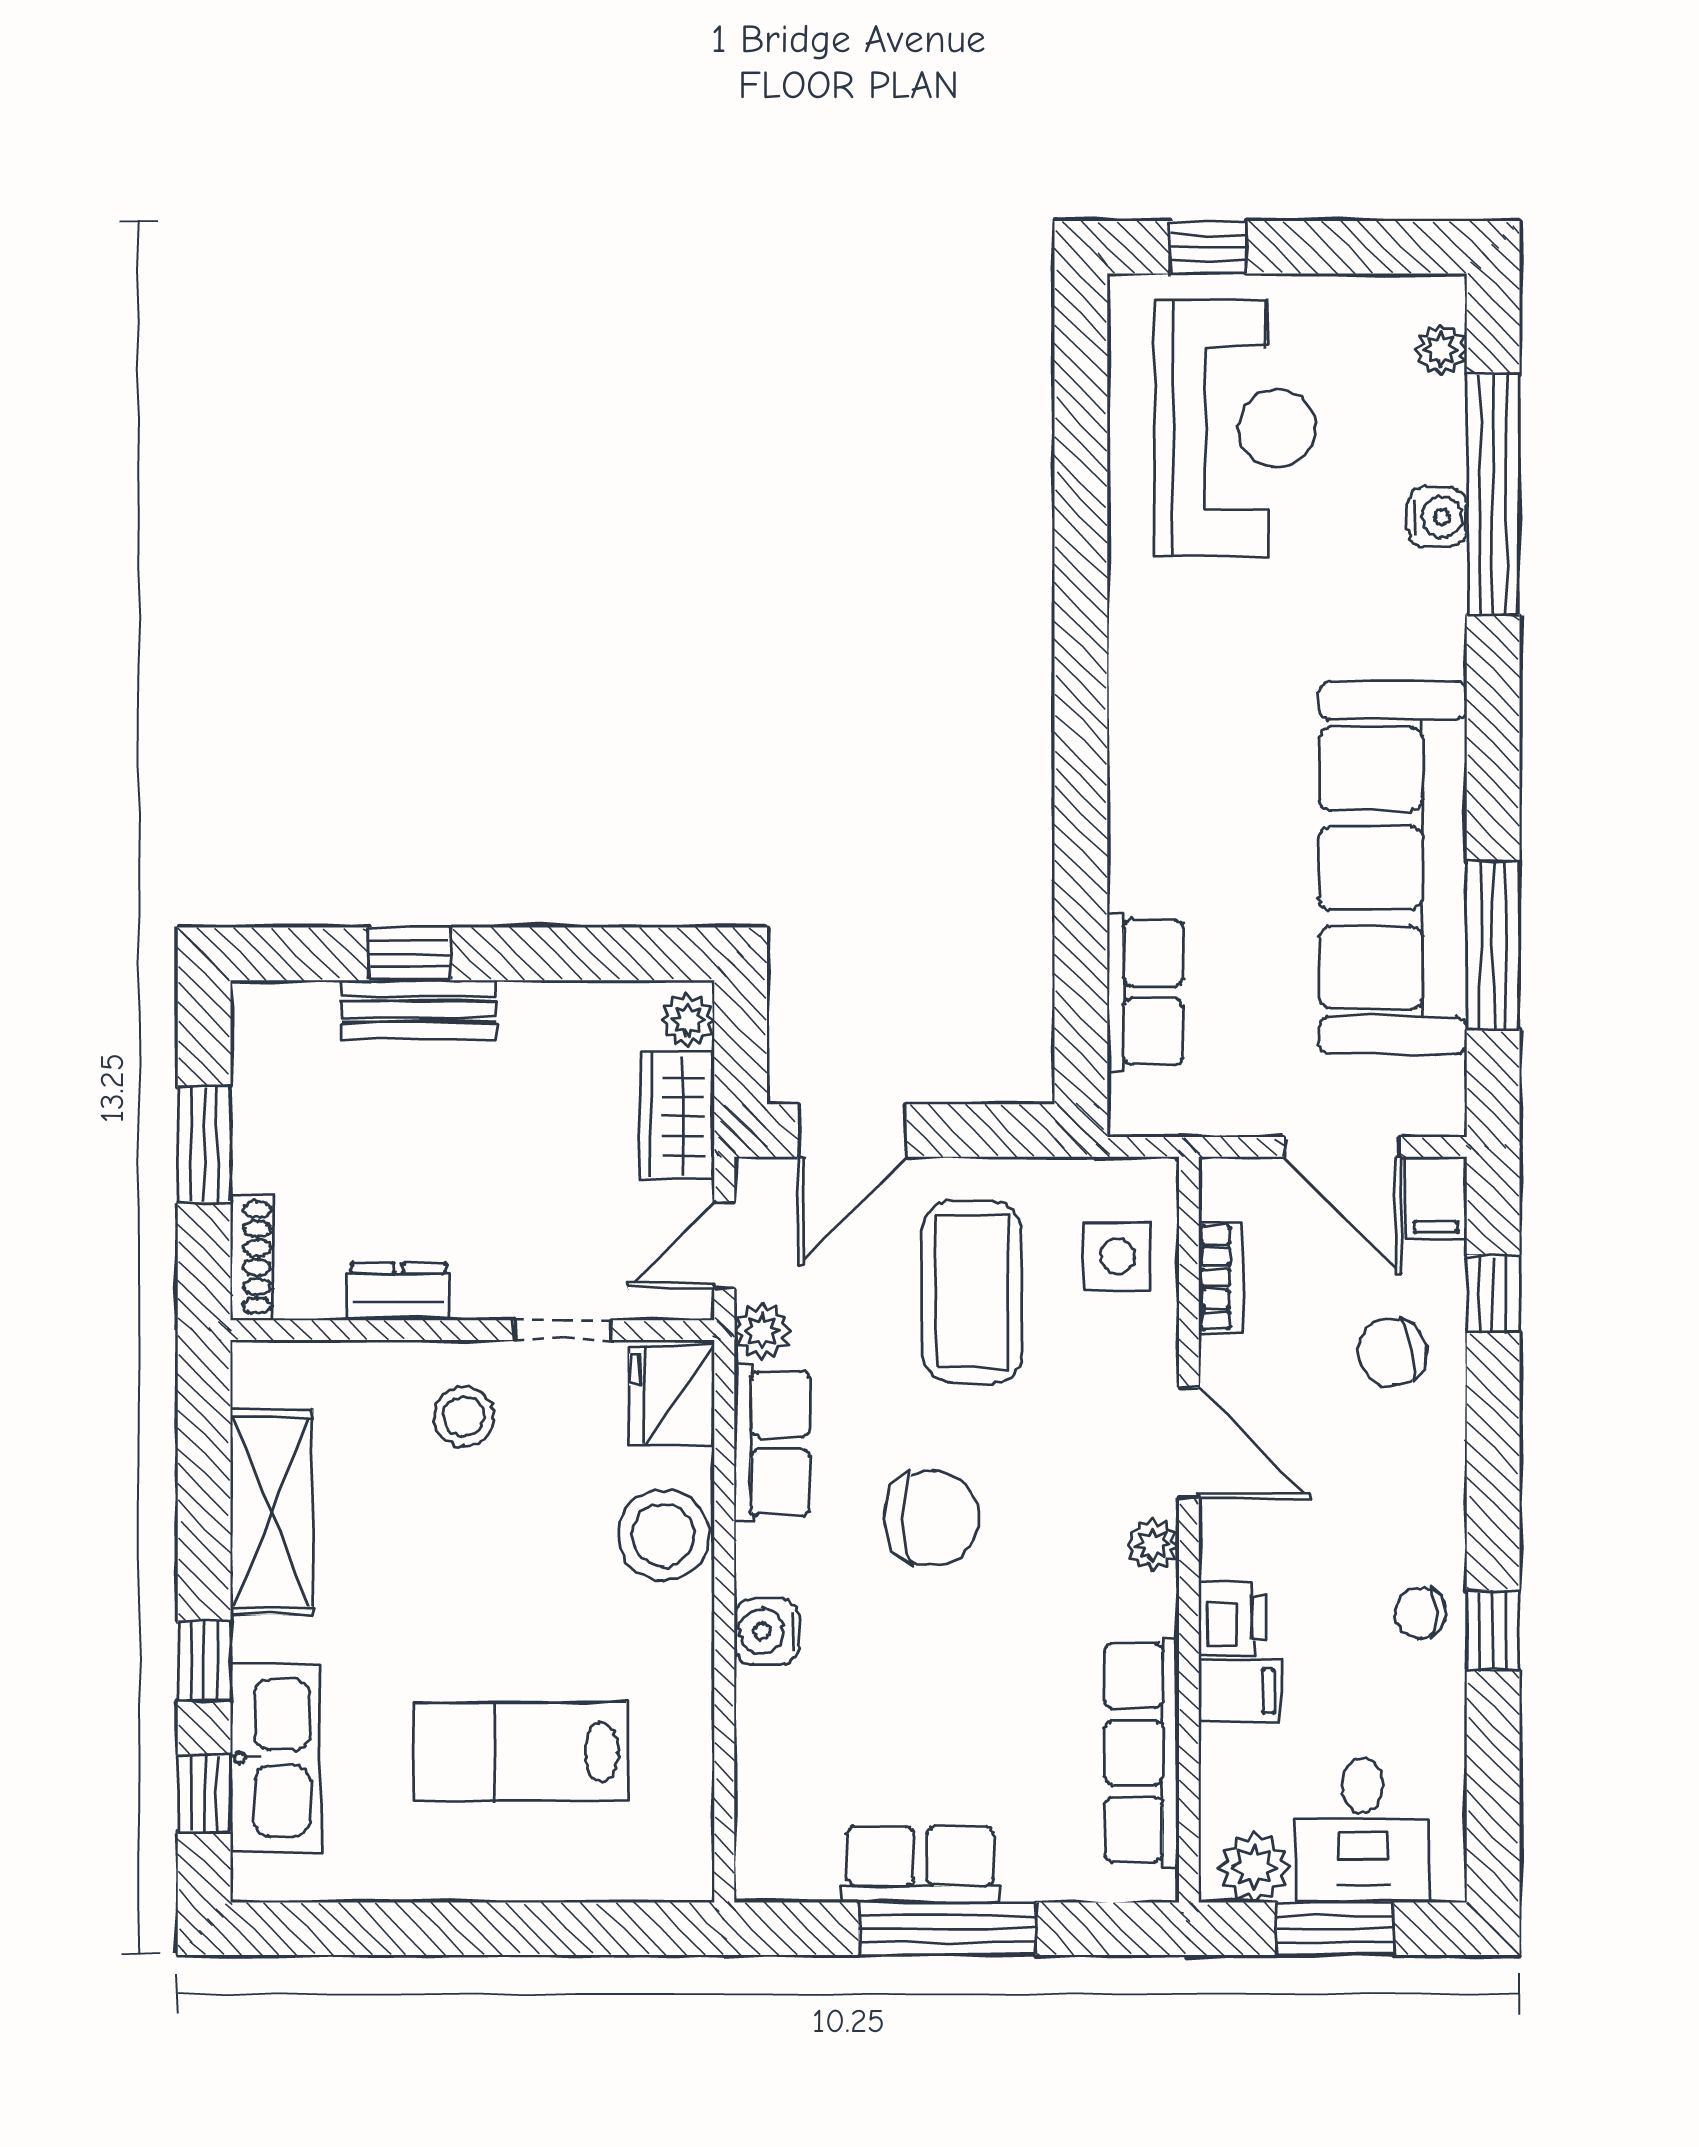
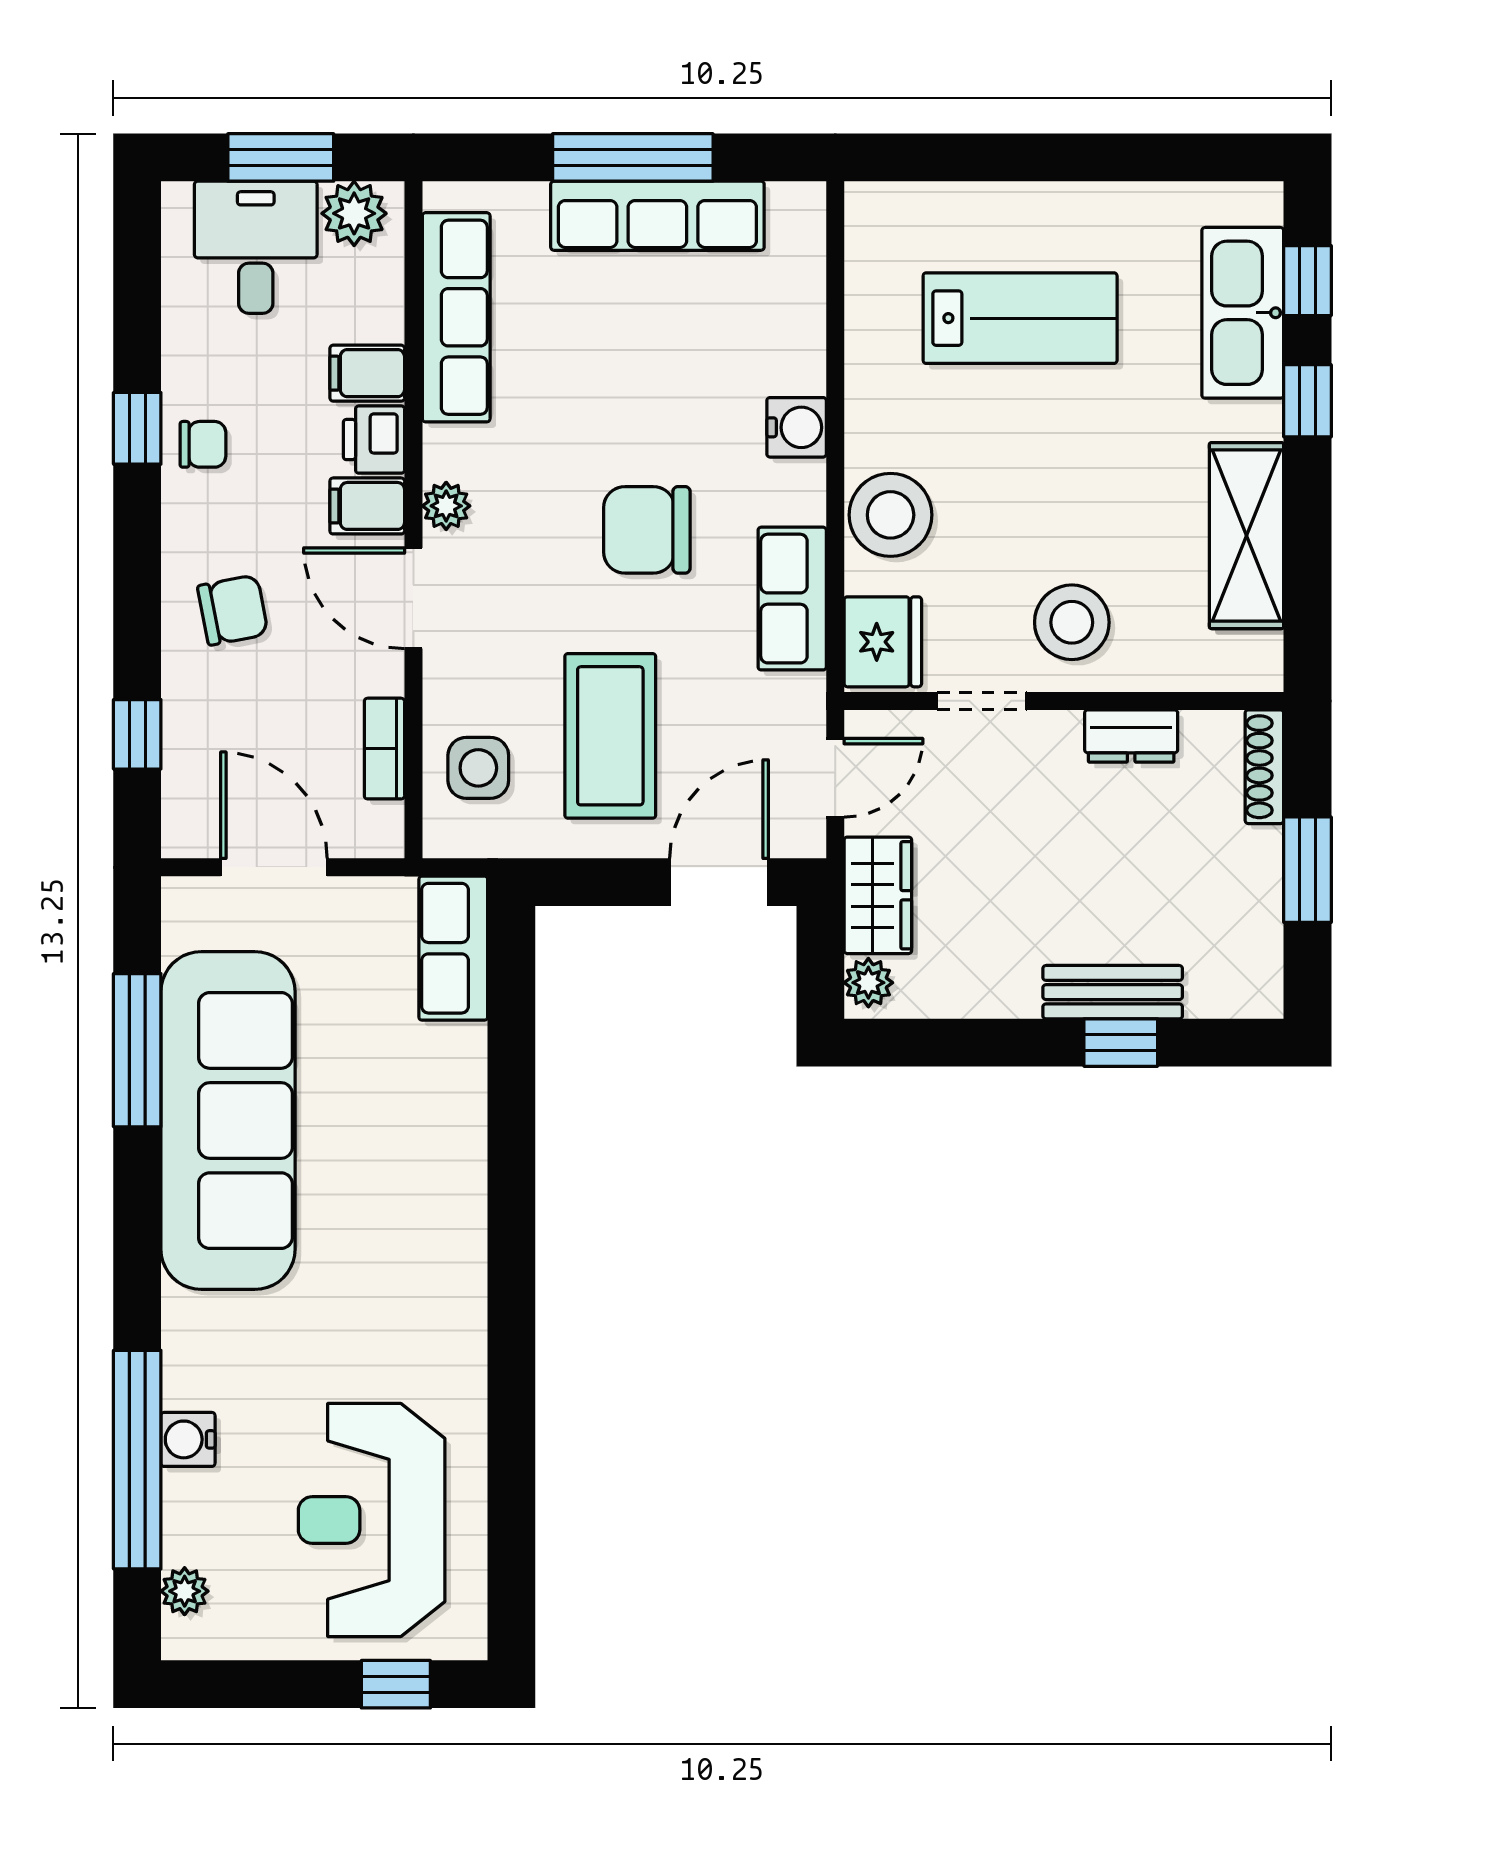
row of seats: (1145, 992) -> (453, 948), moved
filing cabinet: (1436, 1198) -> (367, 506), moved, turned -90
plant: (762, 1331) -> (801, 700), removed
chair: (1392, 1352) -> (233, 610), moved
stool: (464, 1417) -> (1072, 622), width x1.38, depth x1.38
row of seats: (920, 1865) -> (657, 216), width x1.48

